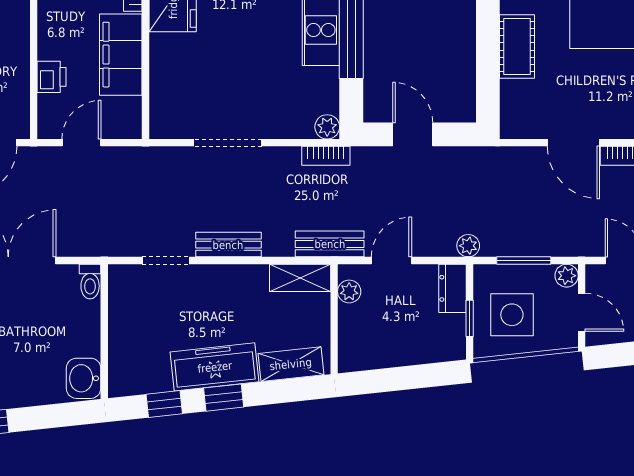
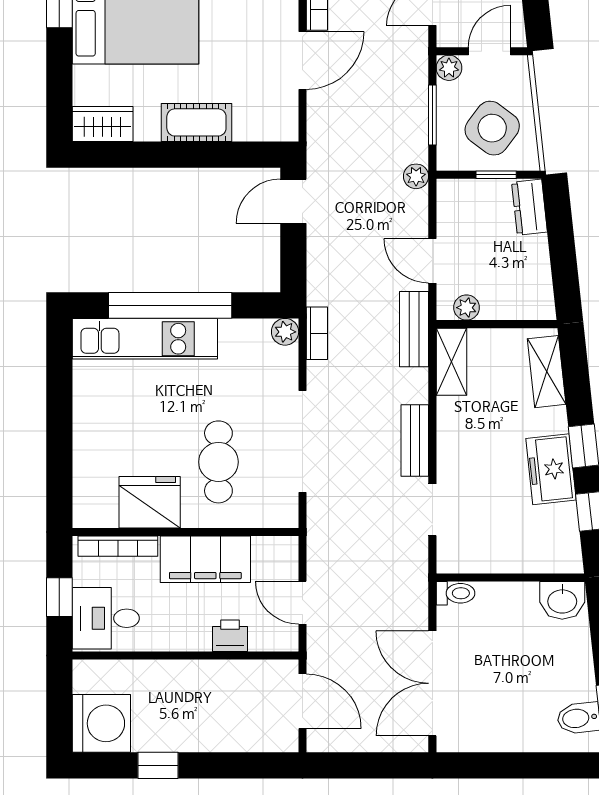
cafe table: (209, 66) -> (218, 462), added
door: (413, 134) -> (293, 201), moved
doorway: (228, 143) -> (302, 441), width x1.36
dresser: (453, 288) -> (529, 207), moved, turned 84
side table: (512, 315) -> (492, 128), turned 37
freezer: (215, 367) -> (551, 469), width x0.71

